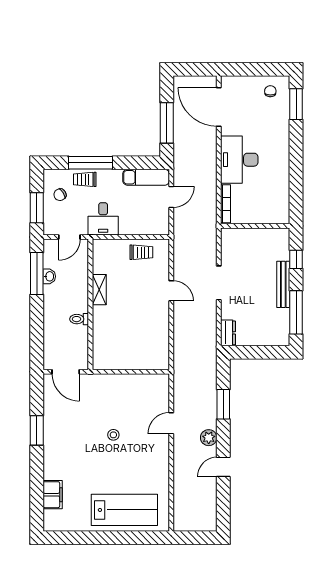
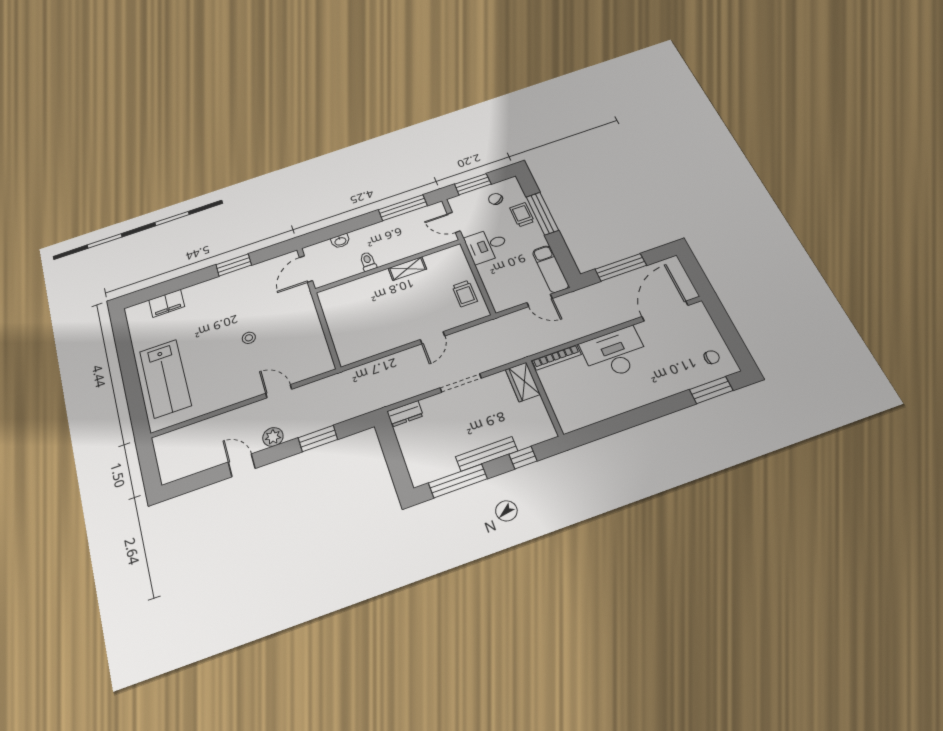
wardrobe: (236, 237) -> (523, 382), added
washbasin: (49, 276) -> (340, 241), moved

